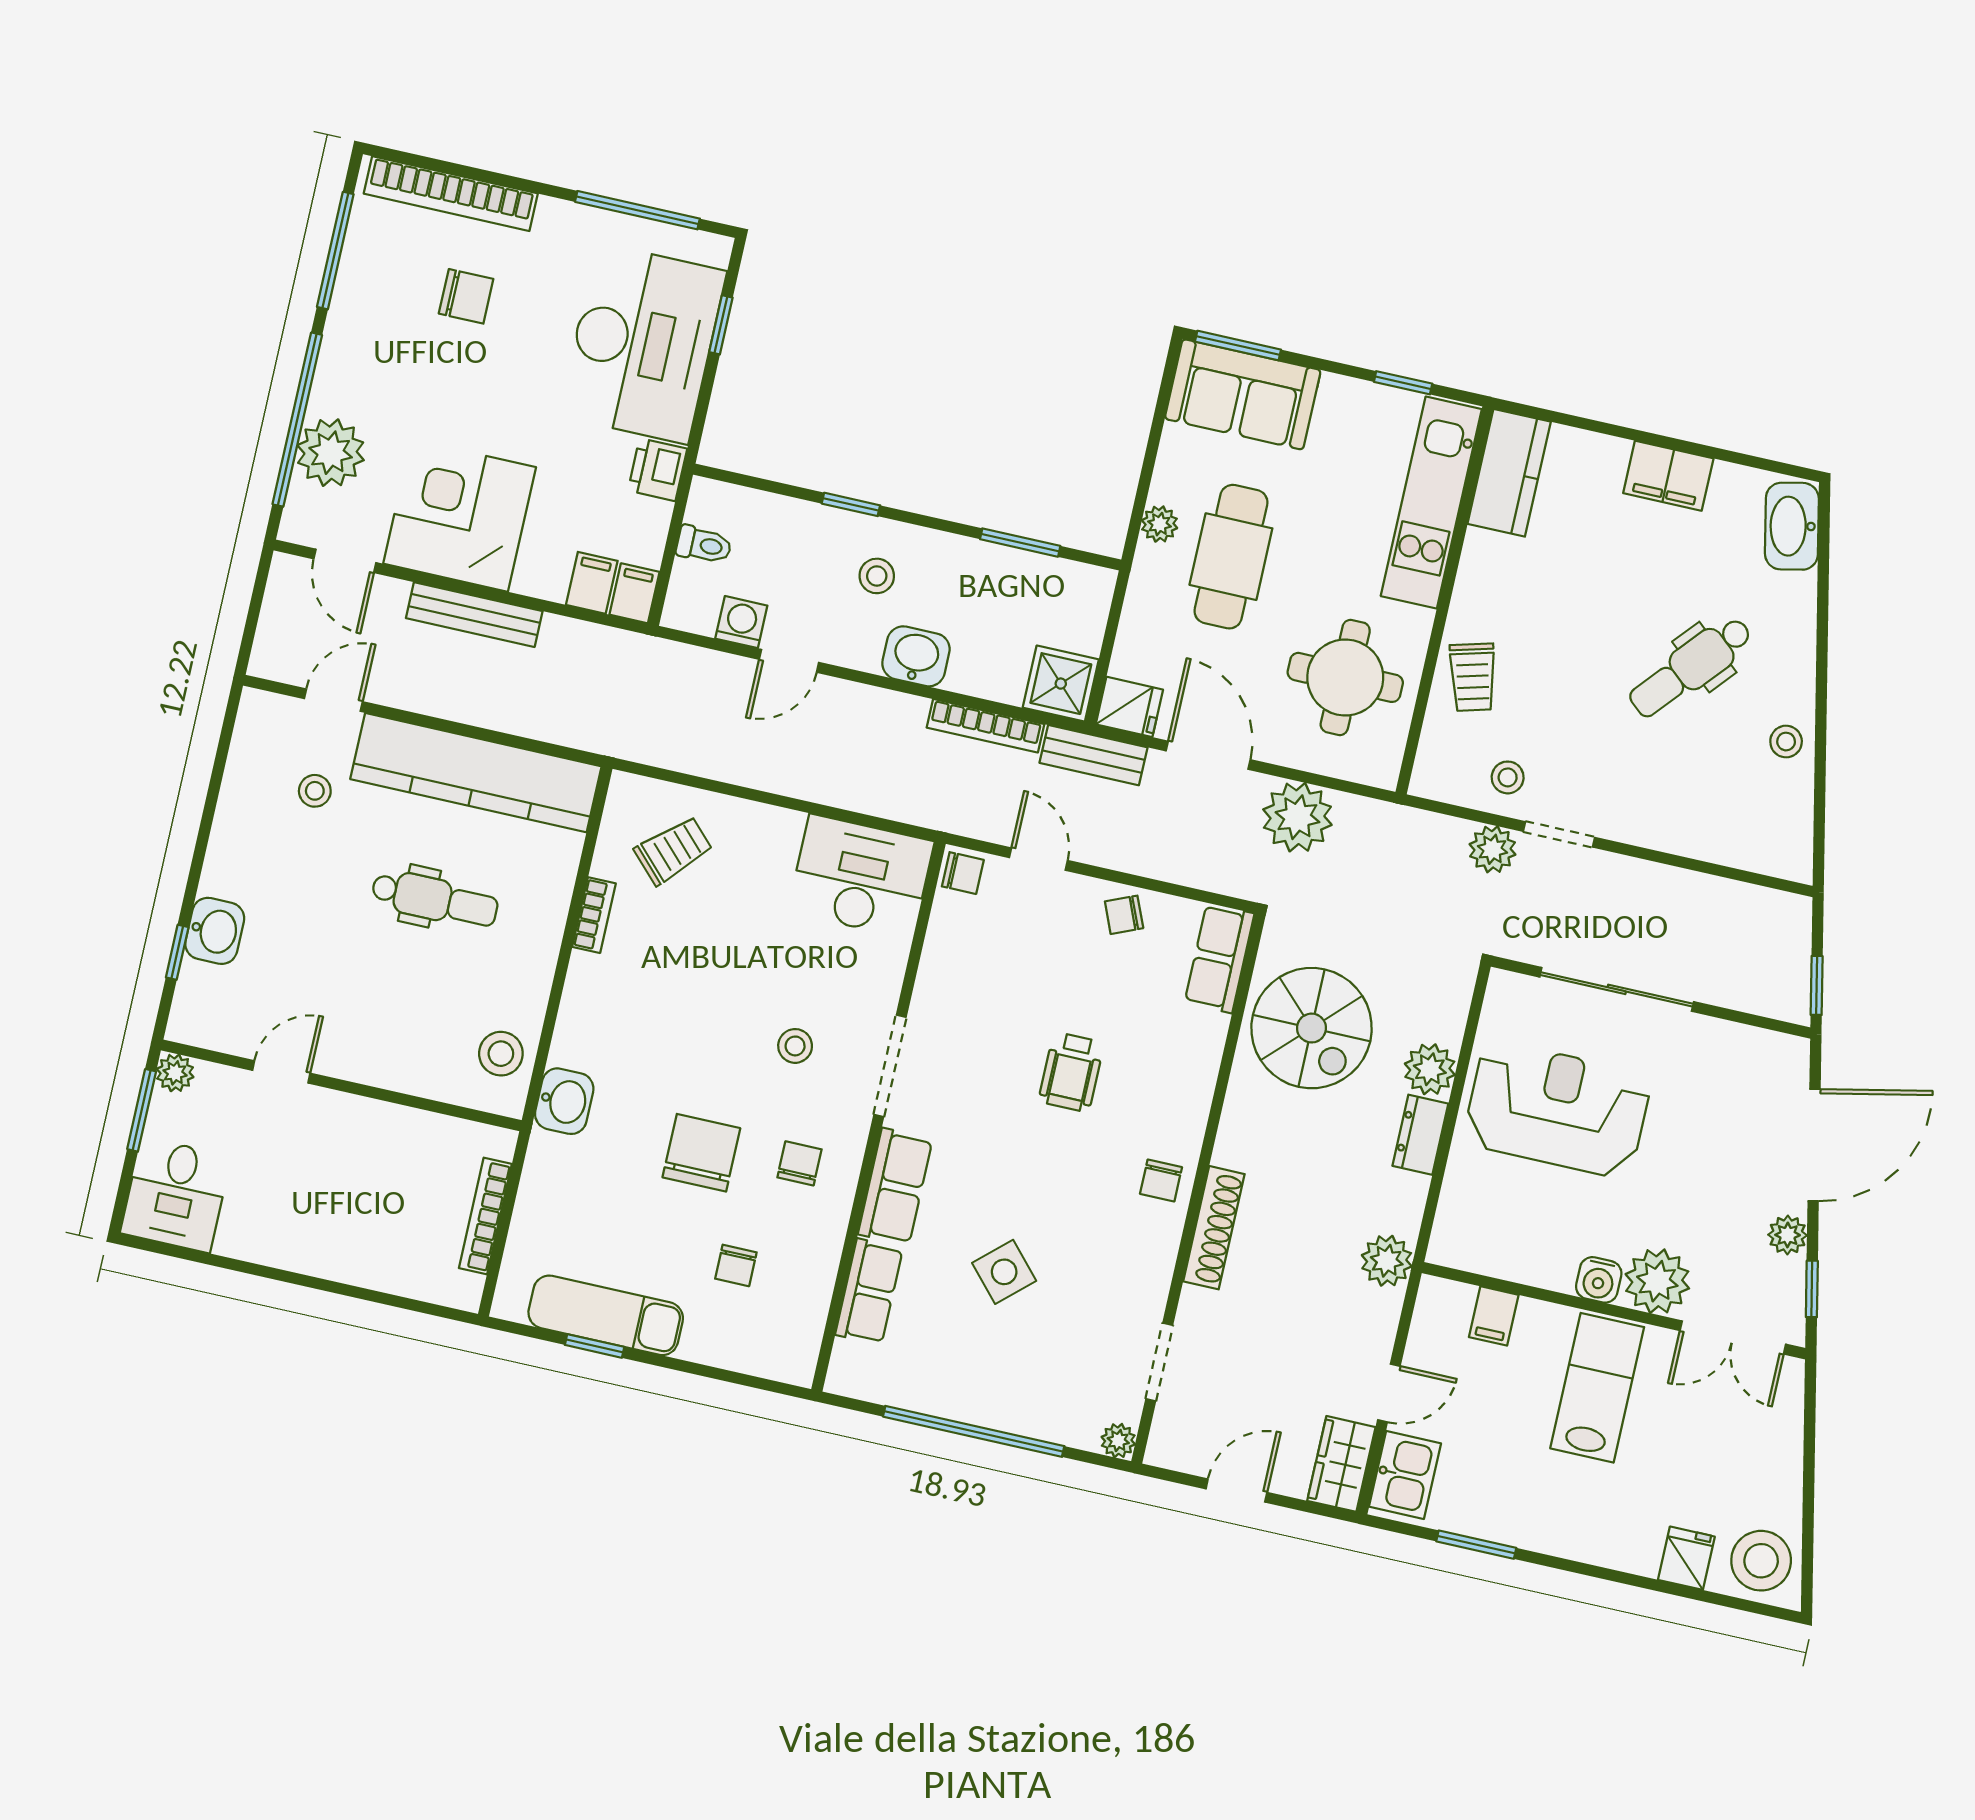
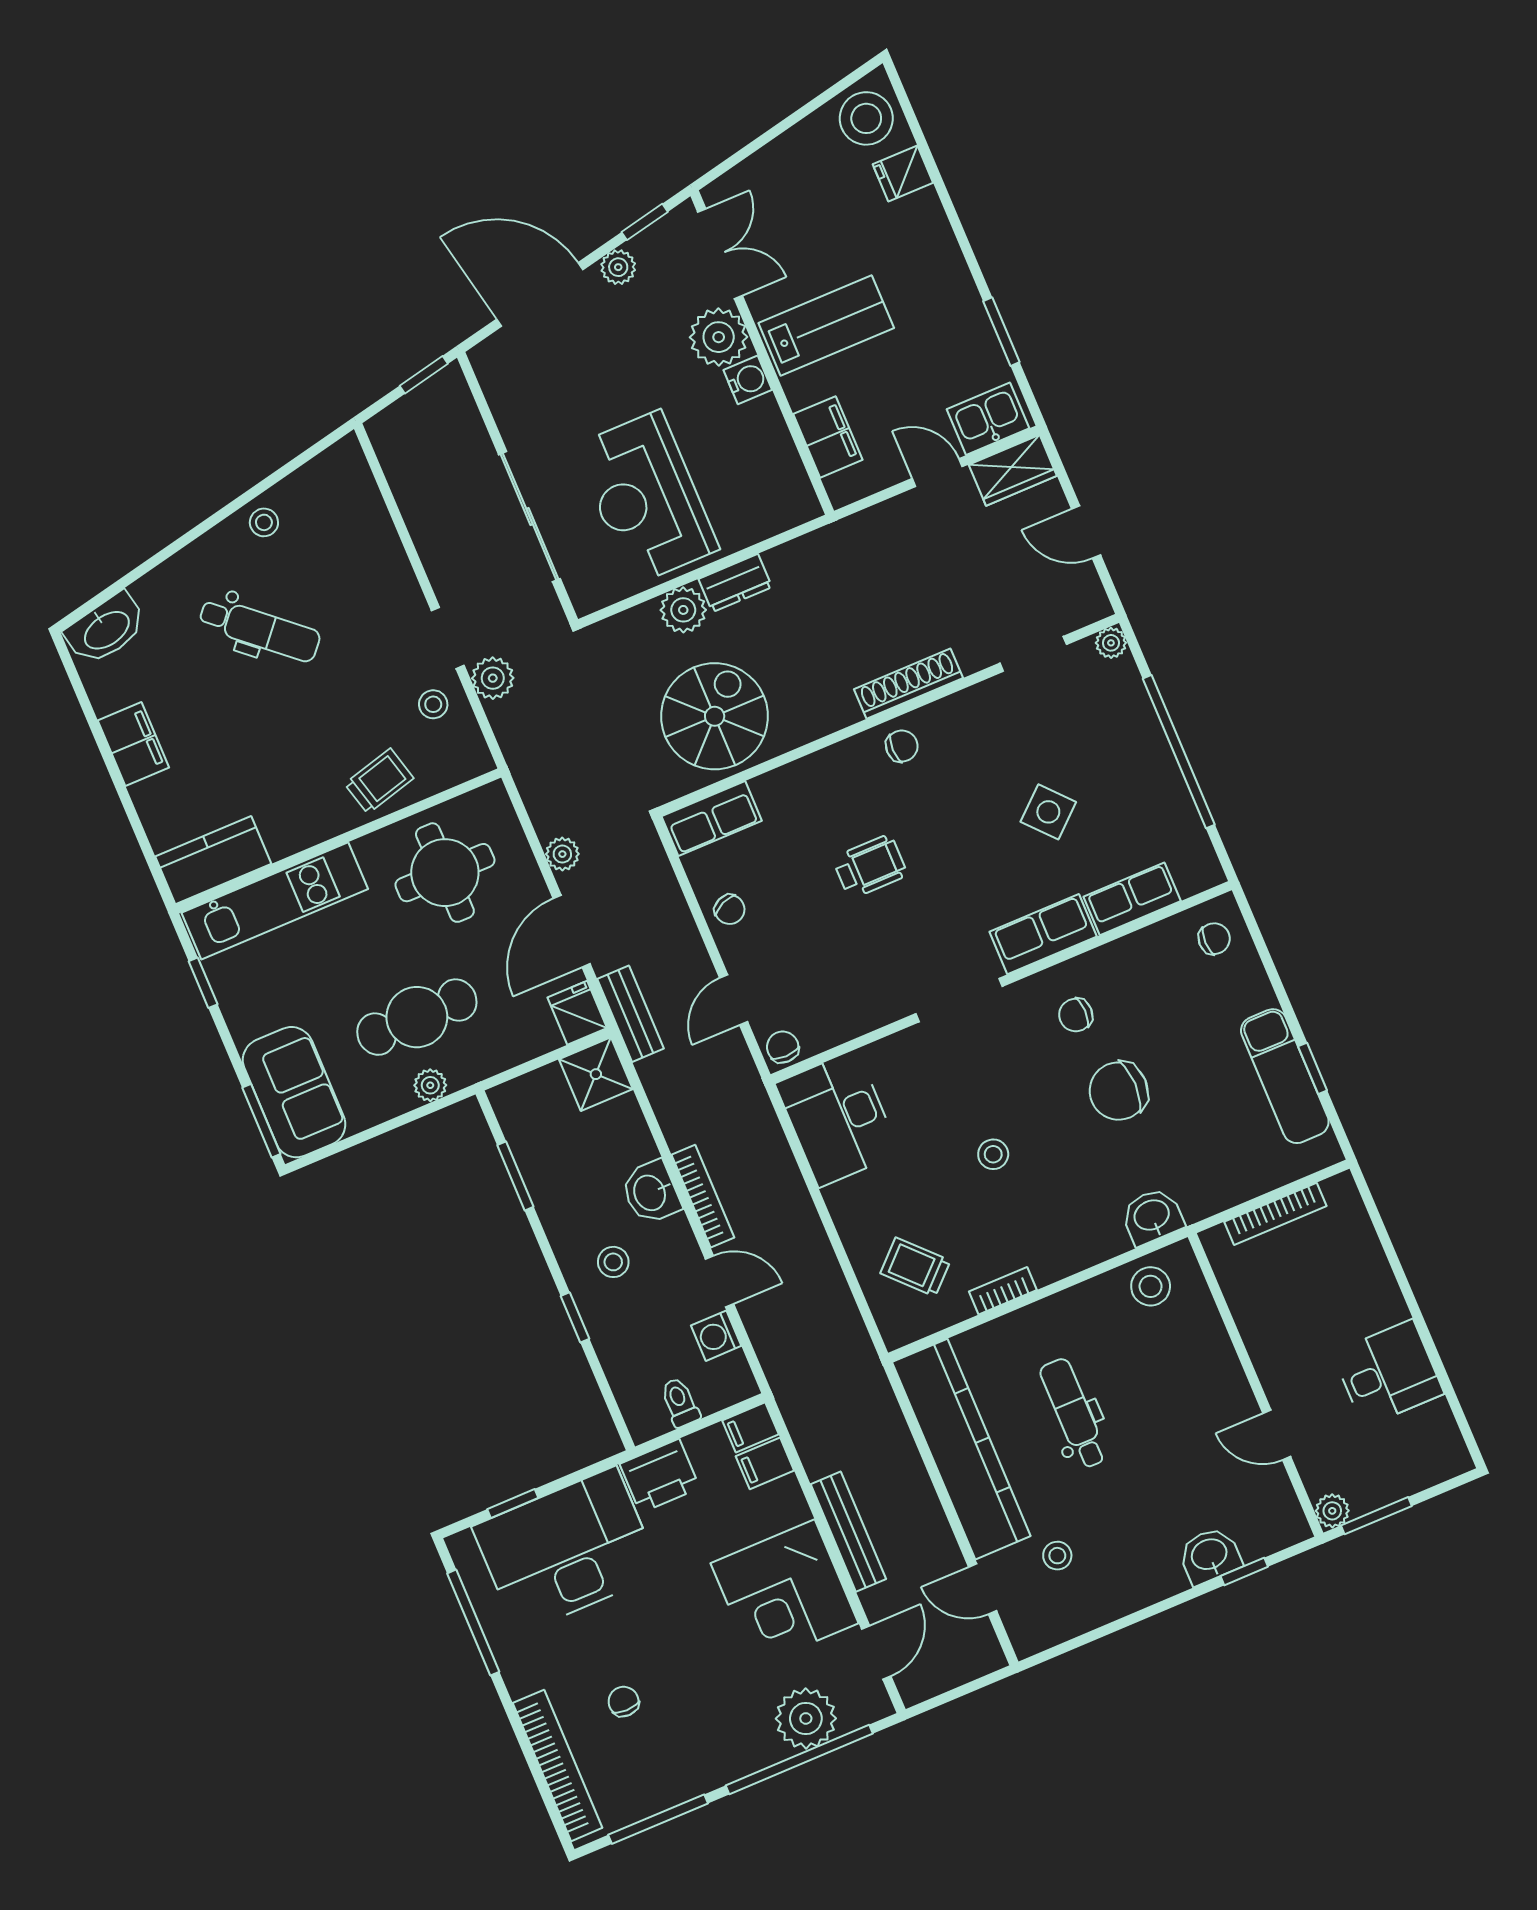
chair: (466, 296) -> (624, 1701), width x0.73, depth x0.73
printer: (657, 470) -> (660, 1476), width x1.36, depth x1.24
bookcase: (985, 726) -> (703, 1196), moved
plant: (1297, 817) -> (562, 854), width x0.53, depth x0.53
stool: (795, 1046) -> (993, 1154), moved
desk: (176, 1195) -> (1388, 1373), moved
plant: (1387, 1261) -> (843, 542), removed
chair: (736, 1265) -> (1214, 939), moved
filing cabinet: (1494, 1316) -> (828, 437), width x2.00
lab bench: (1597, 1388) -> (826, 325), turned 180

